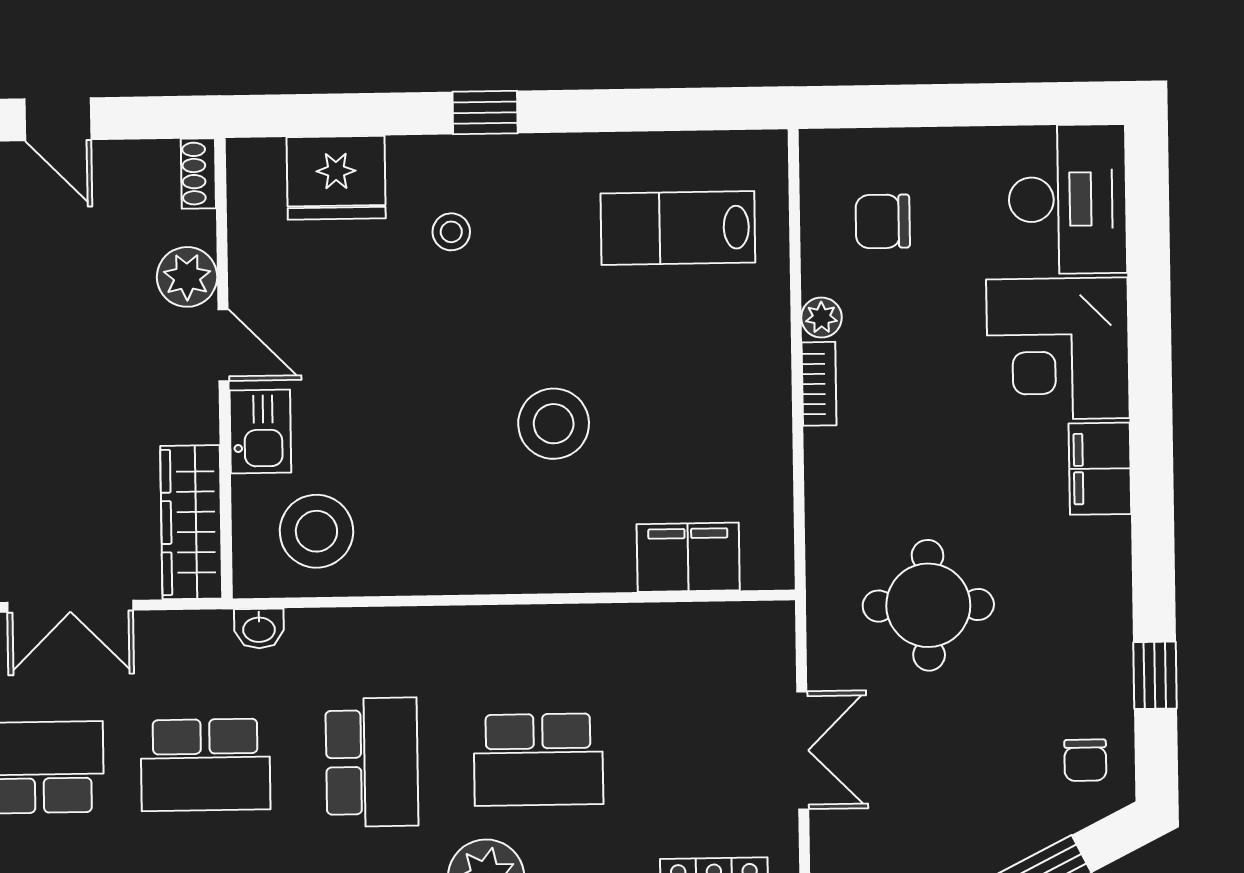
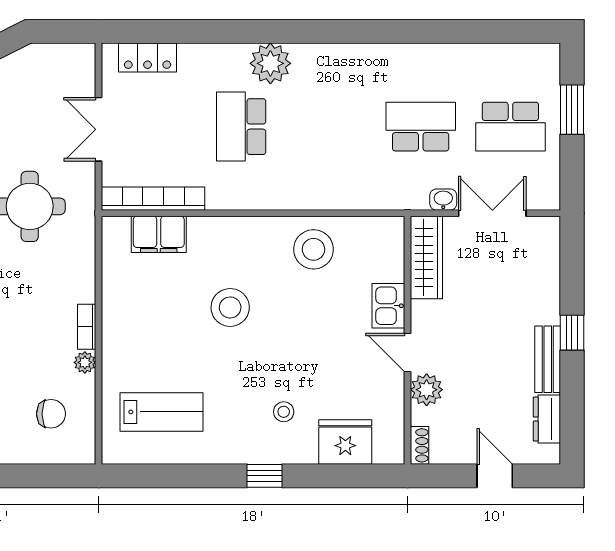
stool: (316, 531) -> (314, 249), moved
bookcase: (700, 623) -> (153, 199), added
washbasin: (259, 629) -> (443, 200), moved
school desk: (538, 760) -> (241, 127), turned -90
school desk: (372, 762) -> (331, 127), removed

